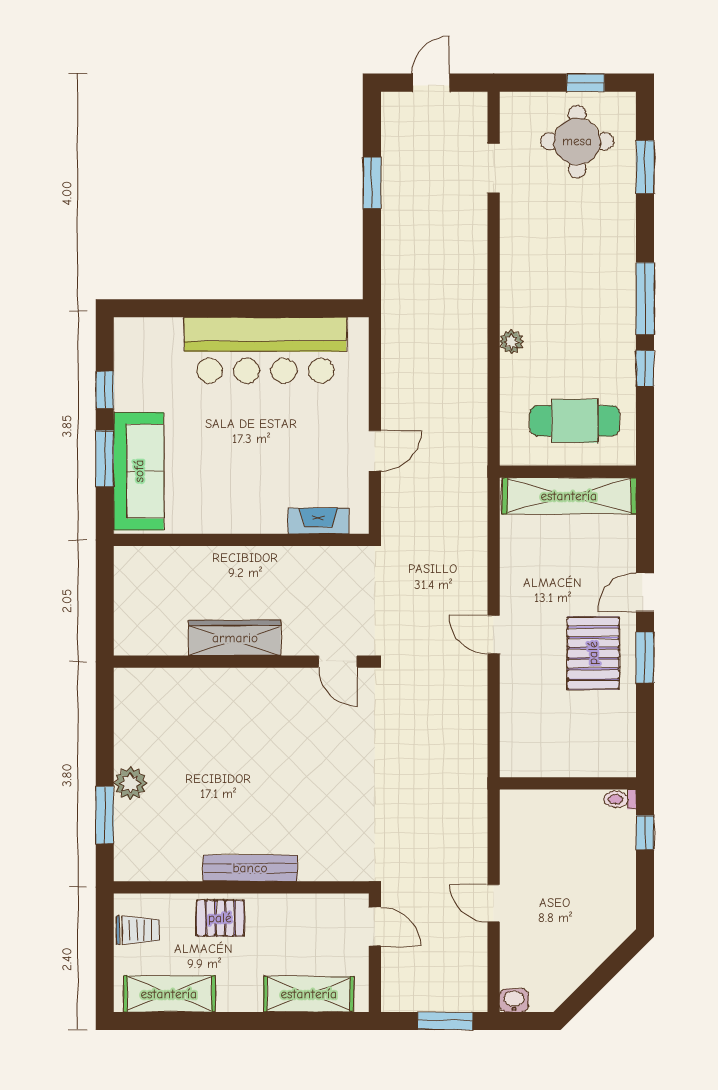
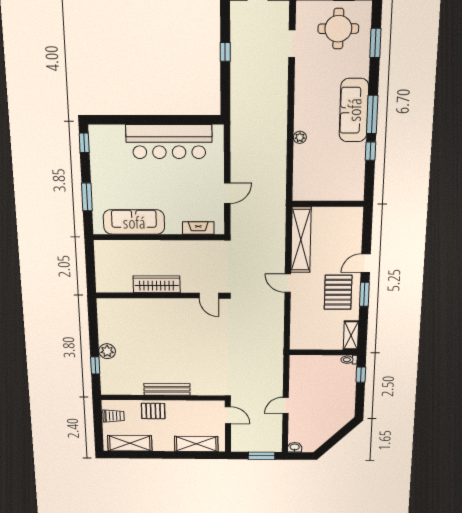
window: (372, 183) -> (225, 52), width x0.67
sofa: (611, 291) -> (354, 110), added
window: (105, 390) -> (84, 143), moved
cafe table: (575, 421) -> (332, 178), removed
sofa: (139, 471) -> (134, 222), moved, turned -90
shelving: (569, 496) -> (301, 240), moved, turned 90
shelving: (622, 746) -> (351, 335), added
window: (105, 815) -> (95, 365), width x0.67
door: (494, 903) -> (286, 405), hinge flipped

